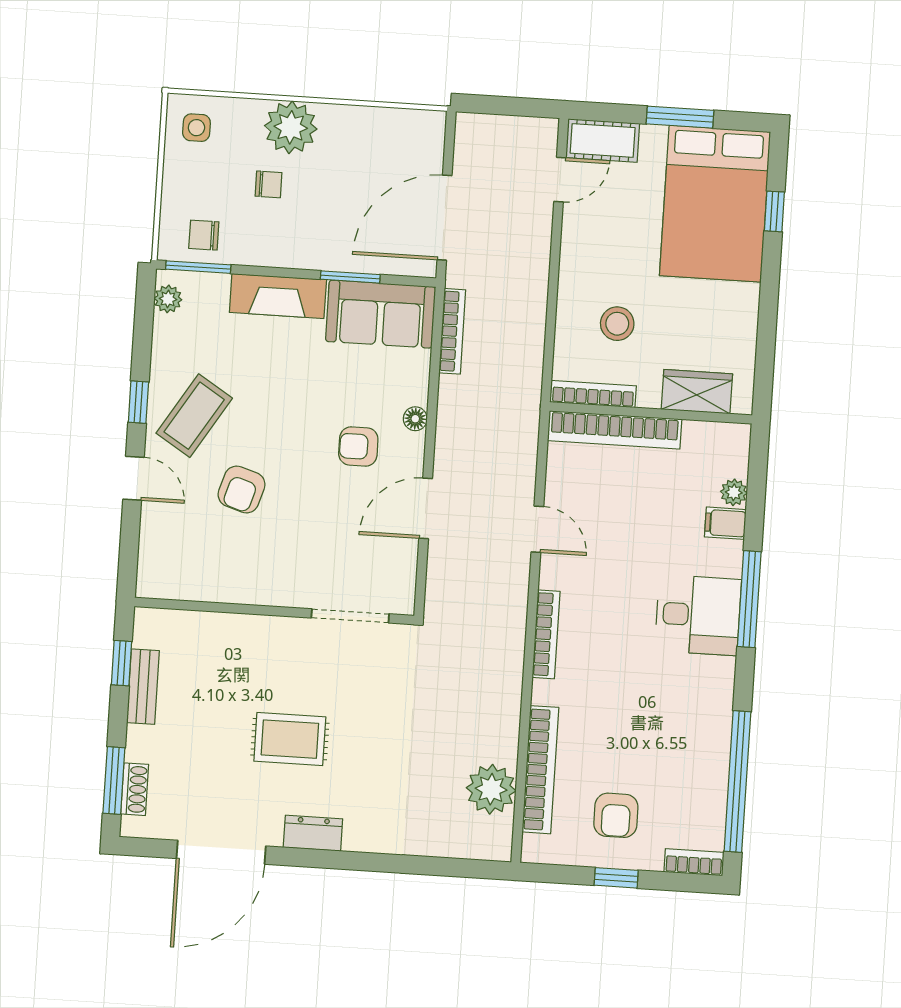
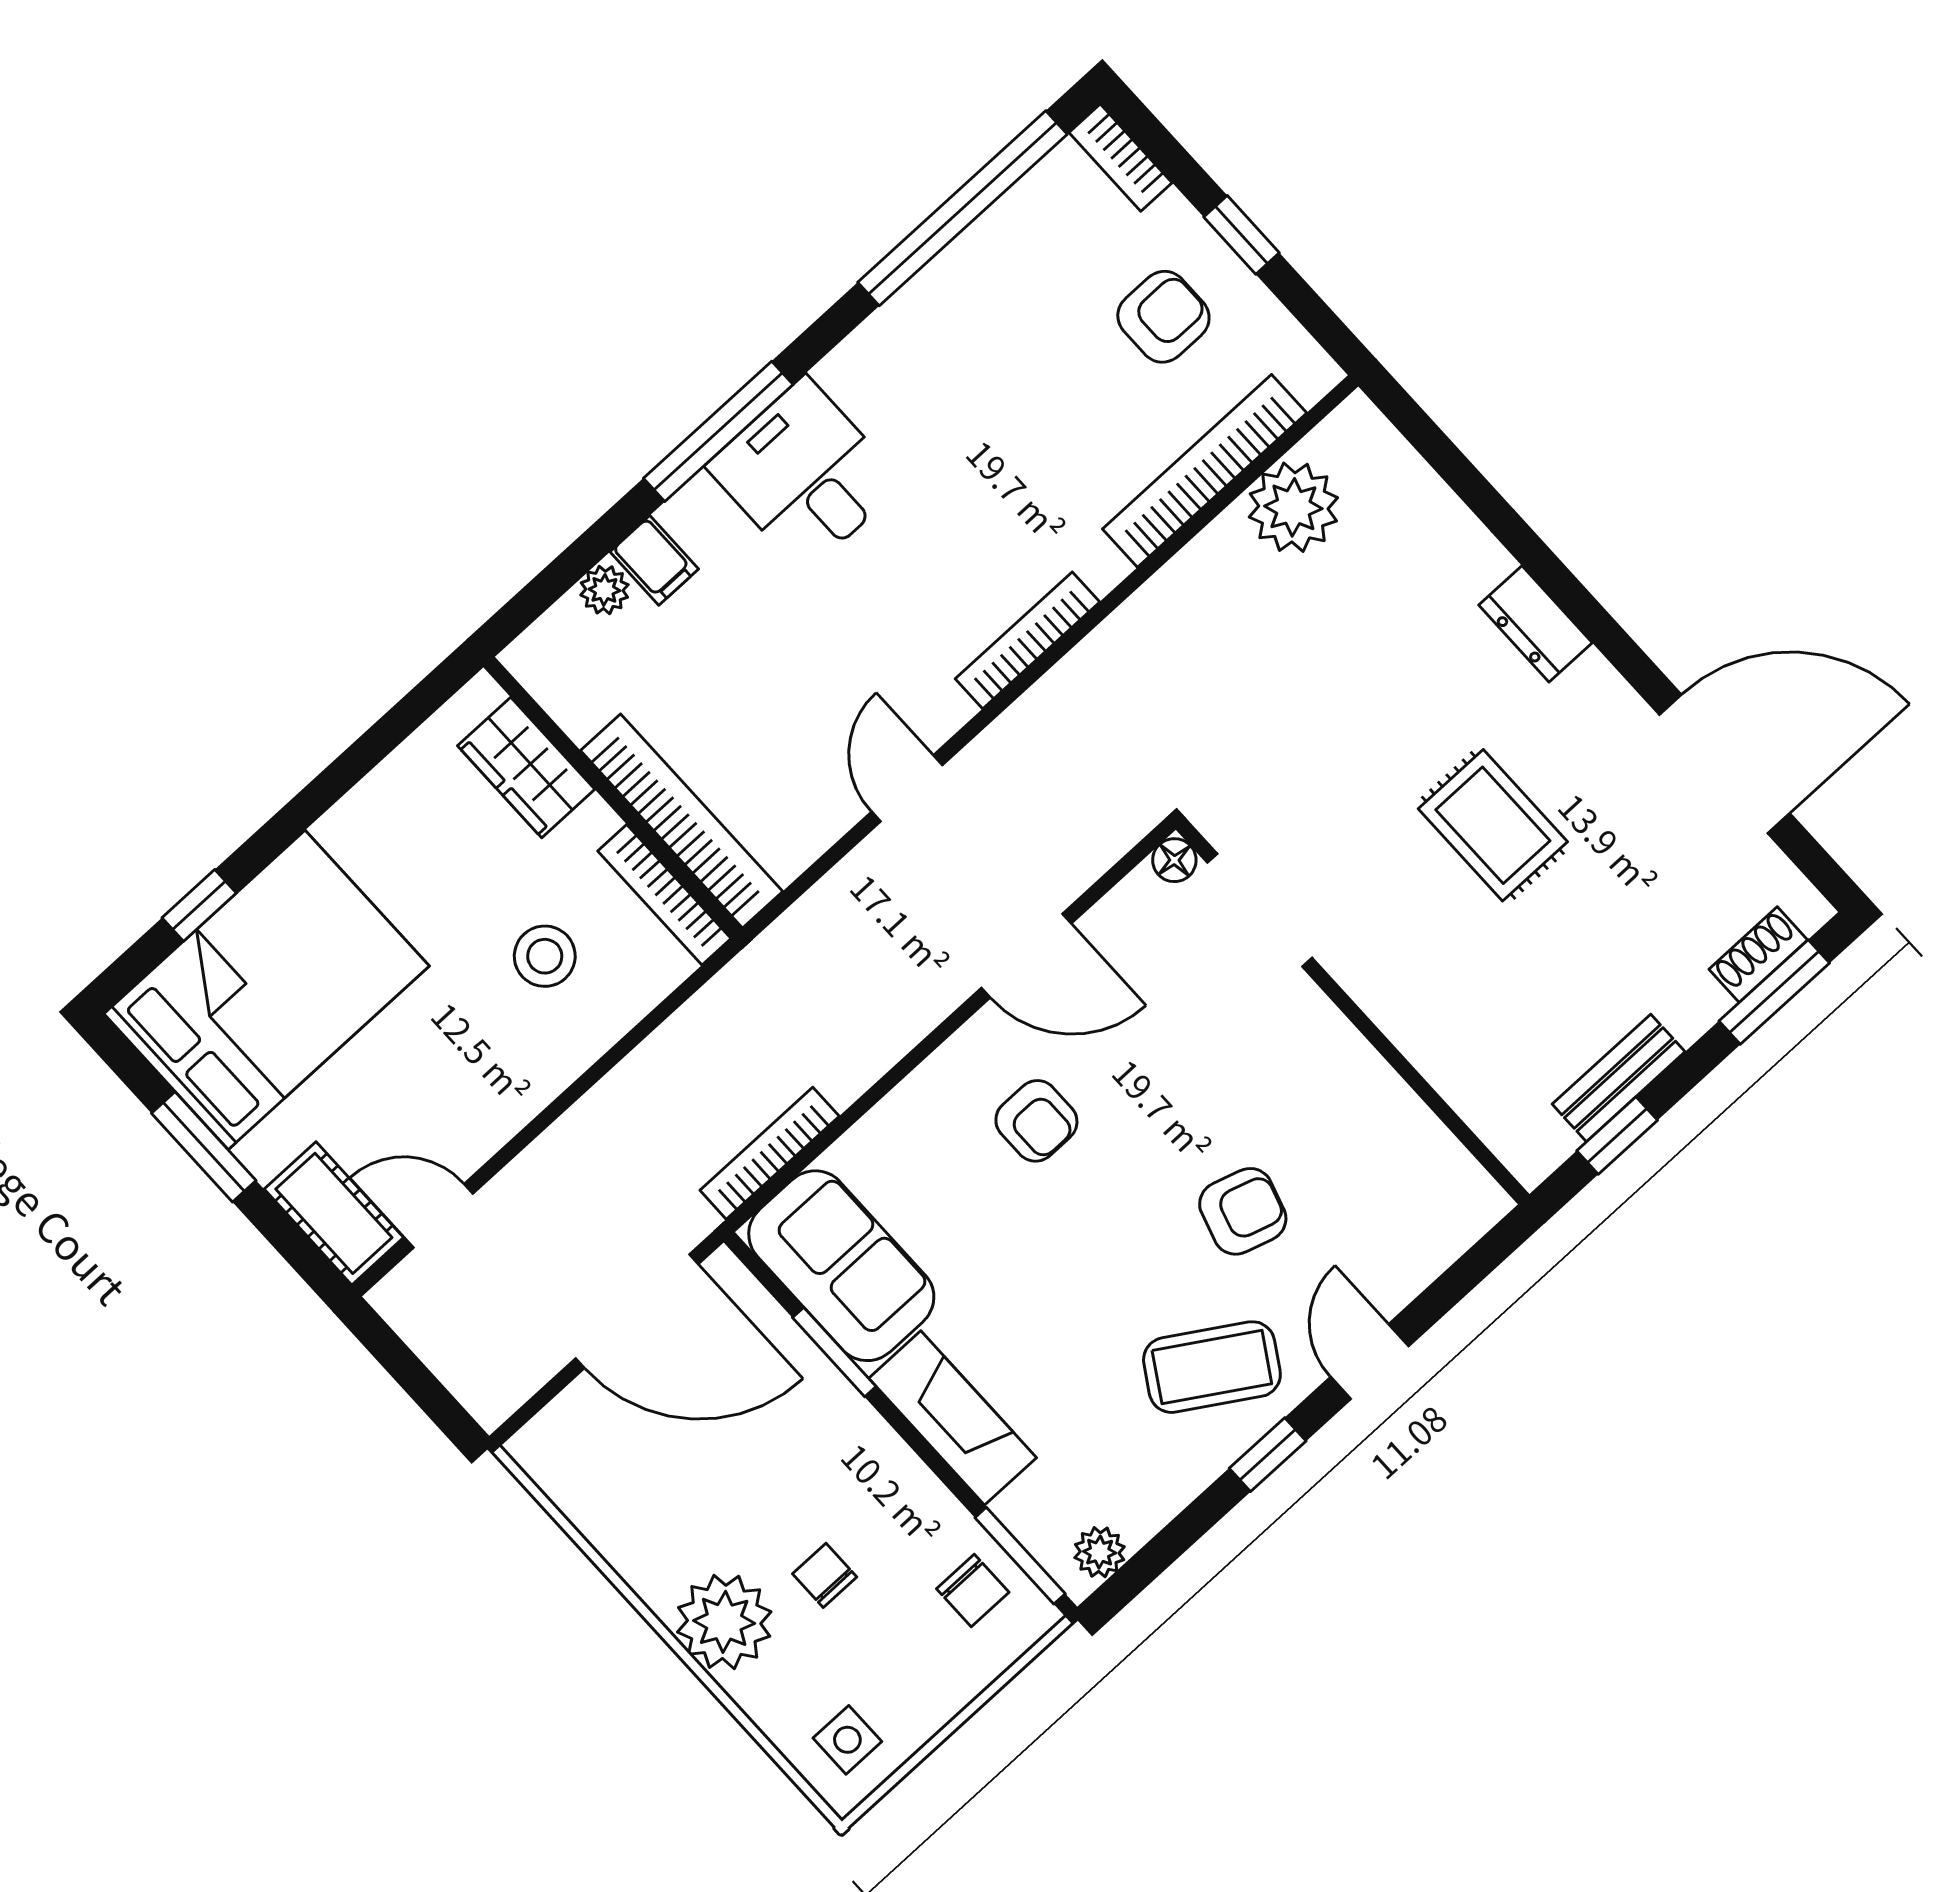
floor lamp: (415, 419) -> (1174, 860), moved
dresser: (313, 833) -> (1535, 624), moved

